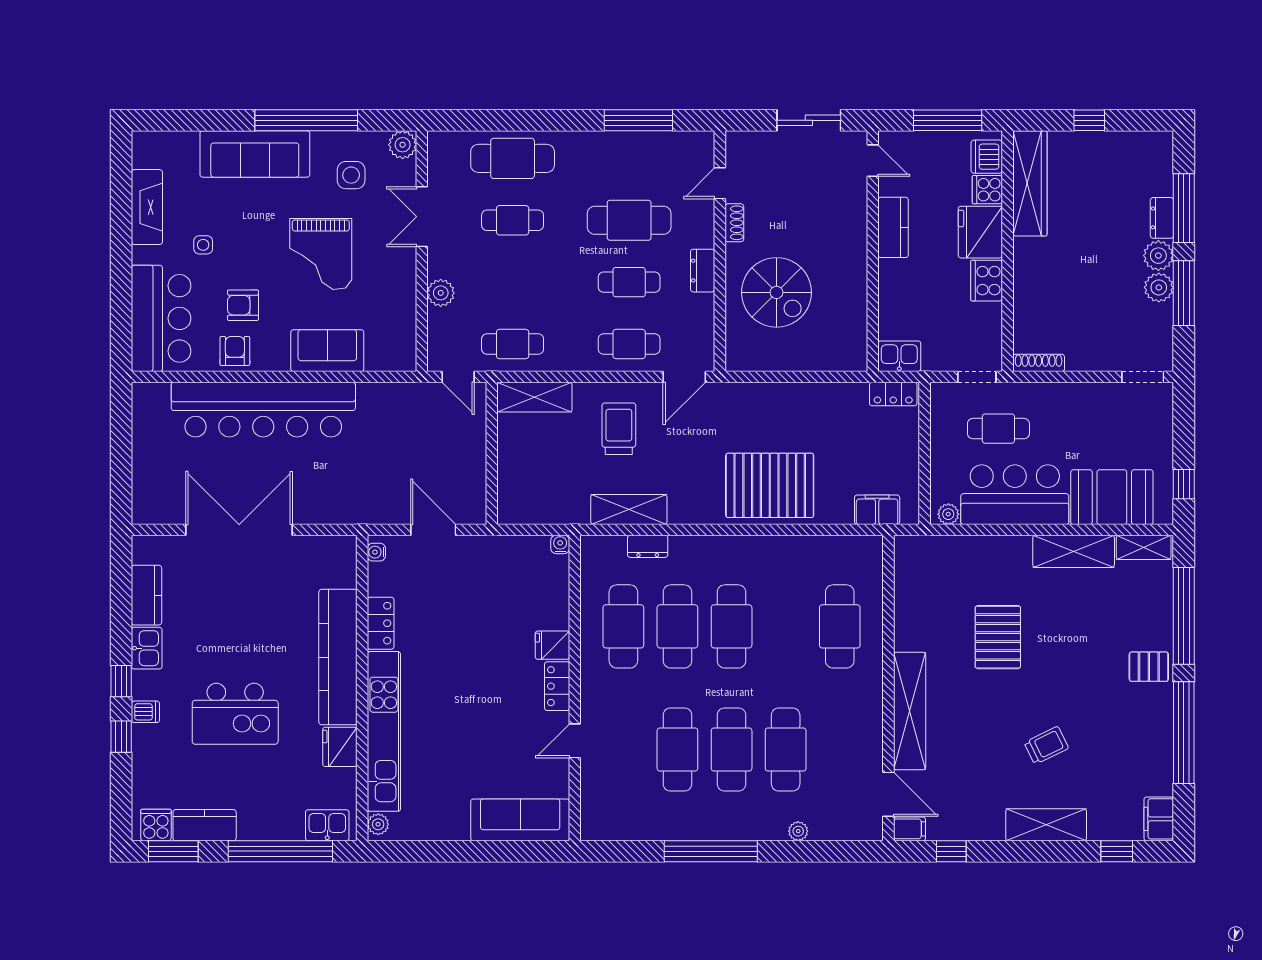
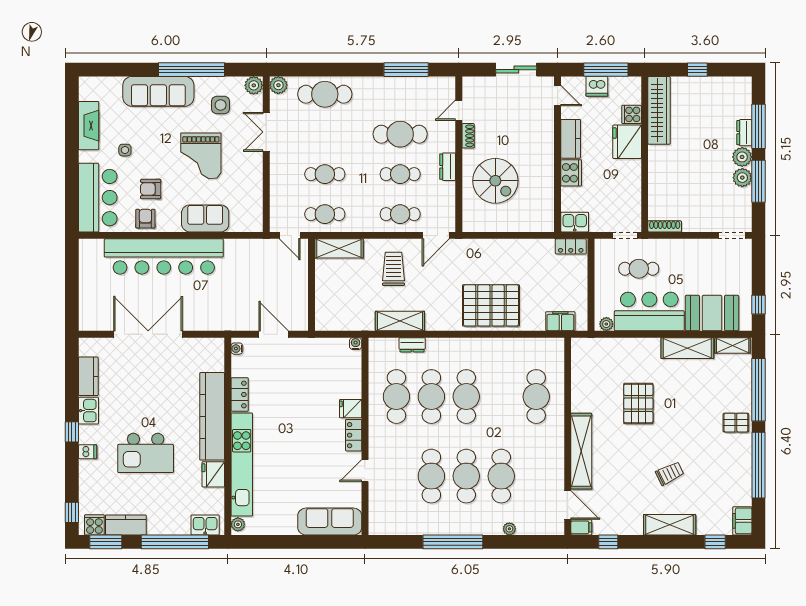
dishwasher: (987, 157) -> (597, 86), moved, turned -90
cafe table: (513, 220) -> (325, 174), moved
cooker: (987, 281) -> (571, 173), moved, turned 180
plant: (441, 293) -> (278, 85), moved
window: (121, 737) -> (72, 512), moved

